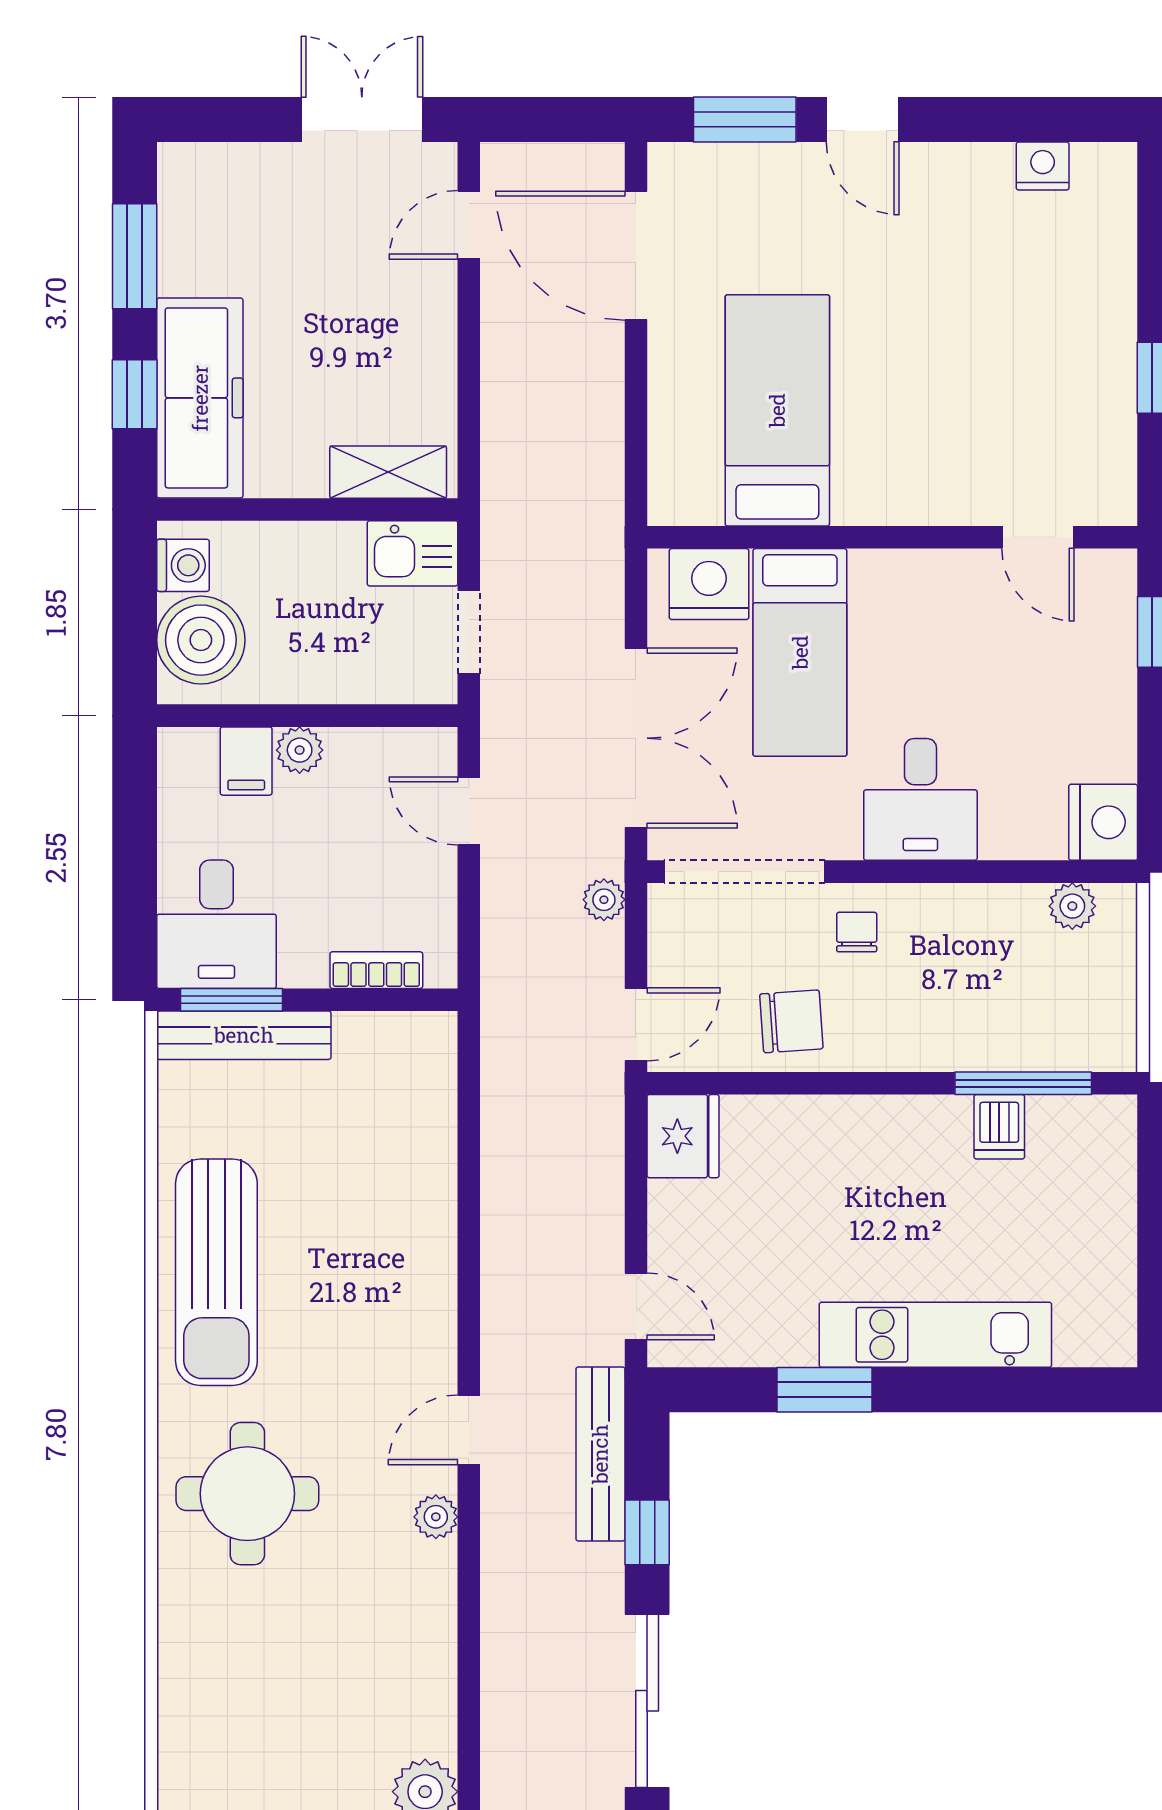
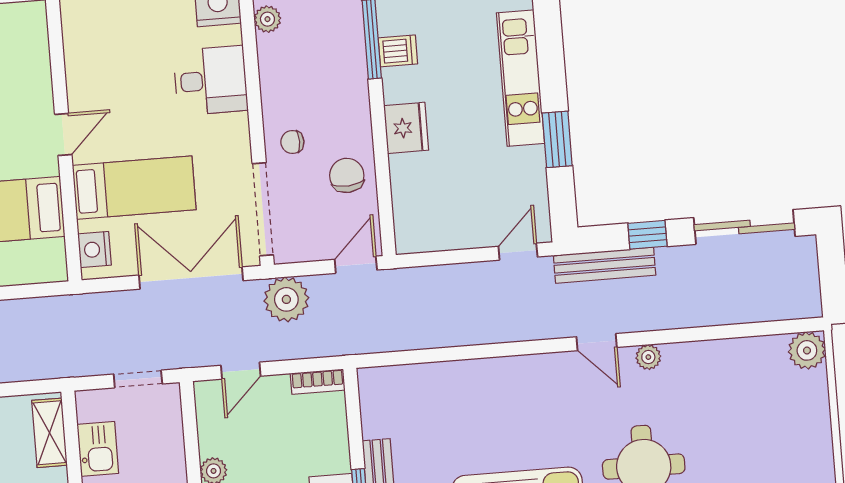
door: (1038, 537) -> (63, 134), moved
kitchen sink: (413, 553) -> (98, 449), moved
nightstand: (709, 584) -> (94, 249), width x0.74, depth x0.75
desk: (920, 799) -> (211, 80), moved
plant: (604, 900) -> (286, 299), width x1.87, depth x1.87
bookcase: (376, 970) -> (318, 382), moved, turned -90
door: (636, 1024) -> (356, 265), hinge flipped
fridge: (683, 1136) -> (406, 128), moved, turned 90

